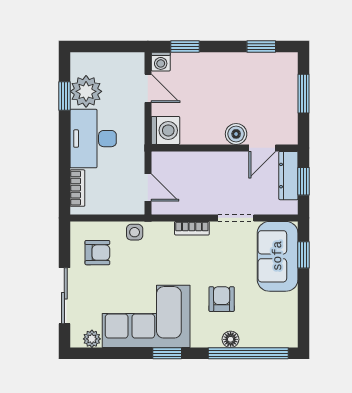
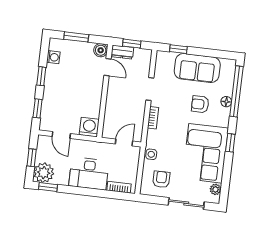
window: (107, 46) -> (32, 158), added
window: (261, 46) -> (41, 76), moved
washing machine: (161, 62) -> (53, 57), moved
door: (148, 88) -> (61, 135), swing flipped
plant: (86, 91) -> (44, 173), moved
window: (64, 96) -> (48, 187), moved
boiler: (236, 134) -> (101, 50), moved
dresser: (288, 176) -> (122, 52), width x0.70
sofa: (278, 256) -> (197, 68), moved

